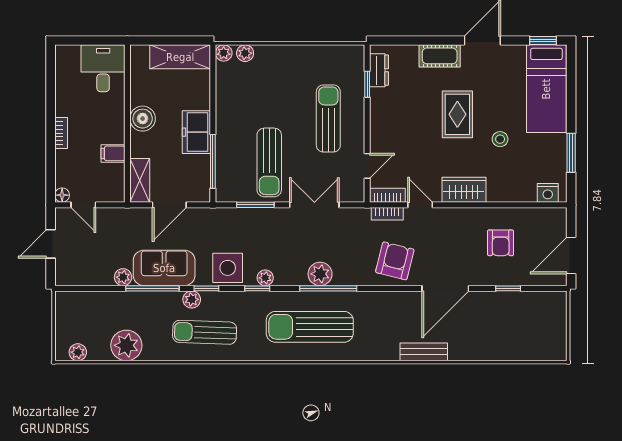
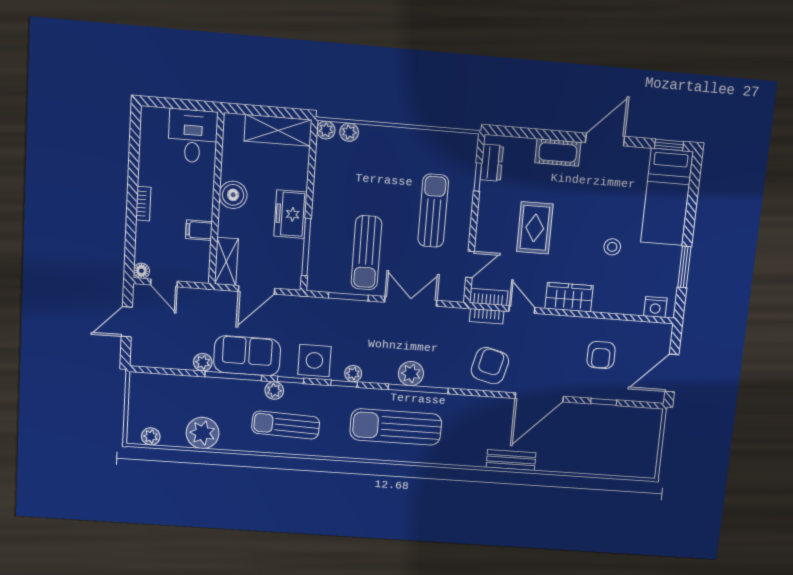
rug: (457, 114) -> (535, 228), moved

